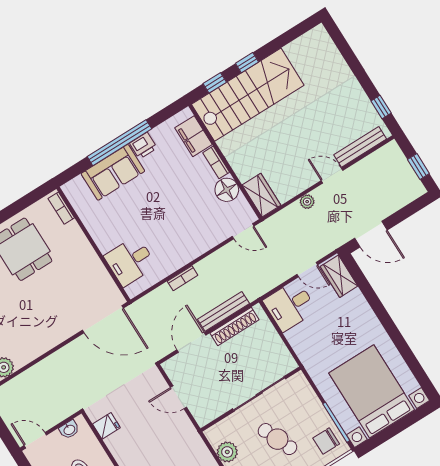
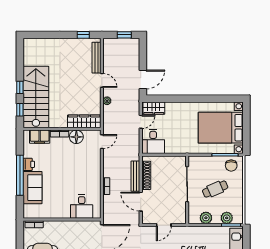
door: (332, 175) -> (102, 80), swing flipped
wardrobe: (261, 195) -> (84, 121), width x1.50

